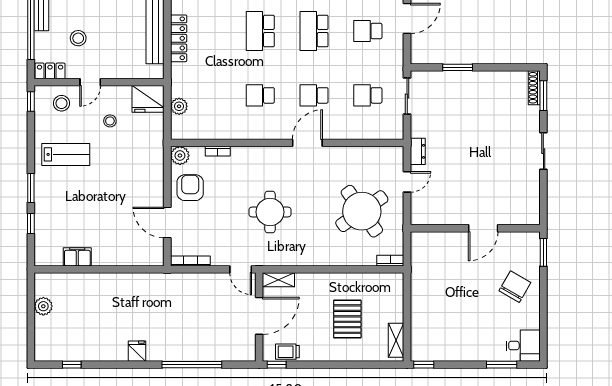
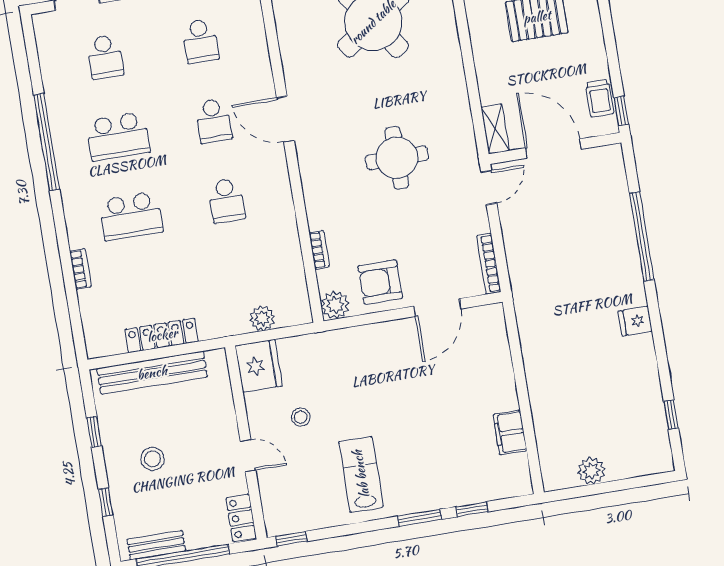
stool: (78, 38) -> (152, 459), moved
stool: (62, 103) -> (286, 493), removed

